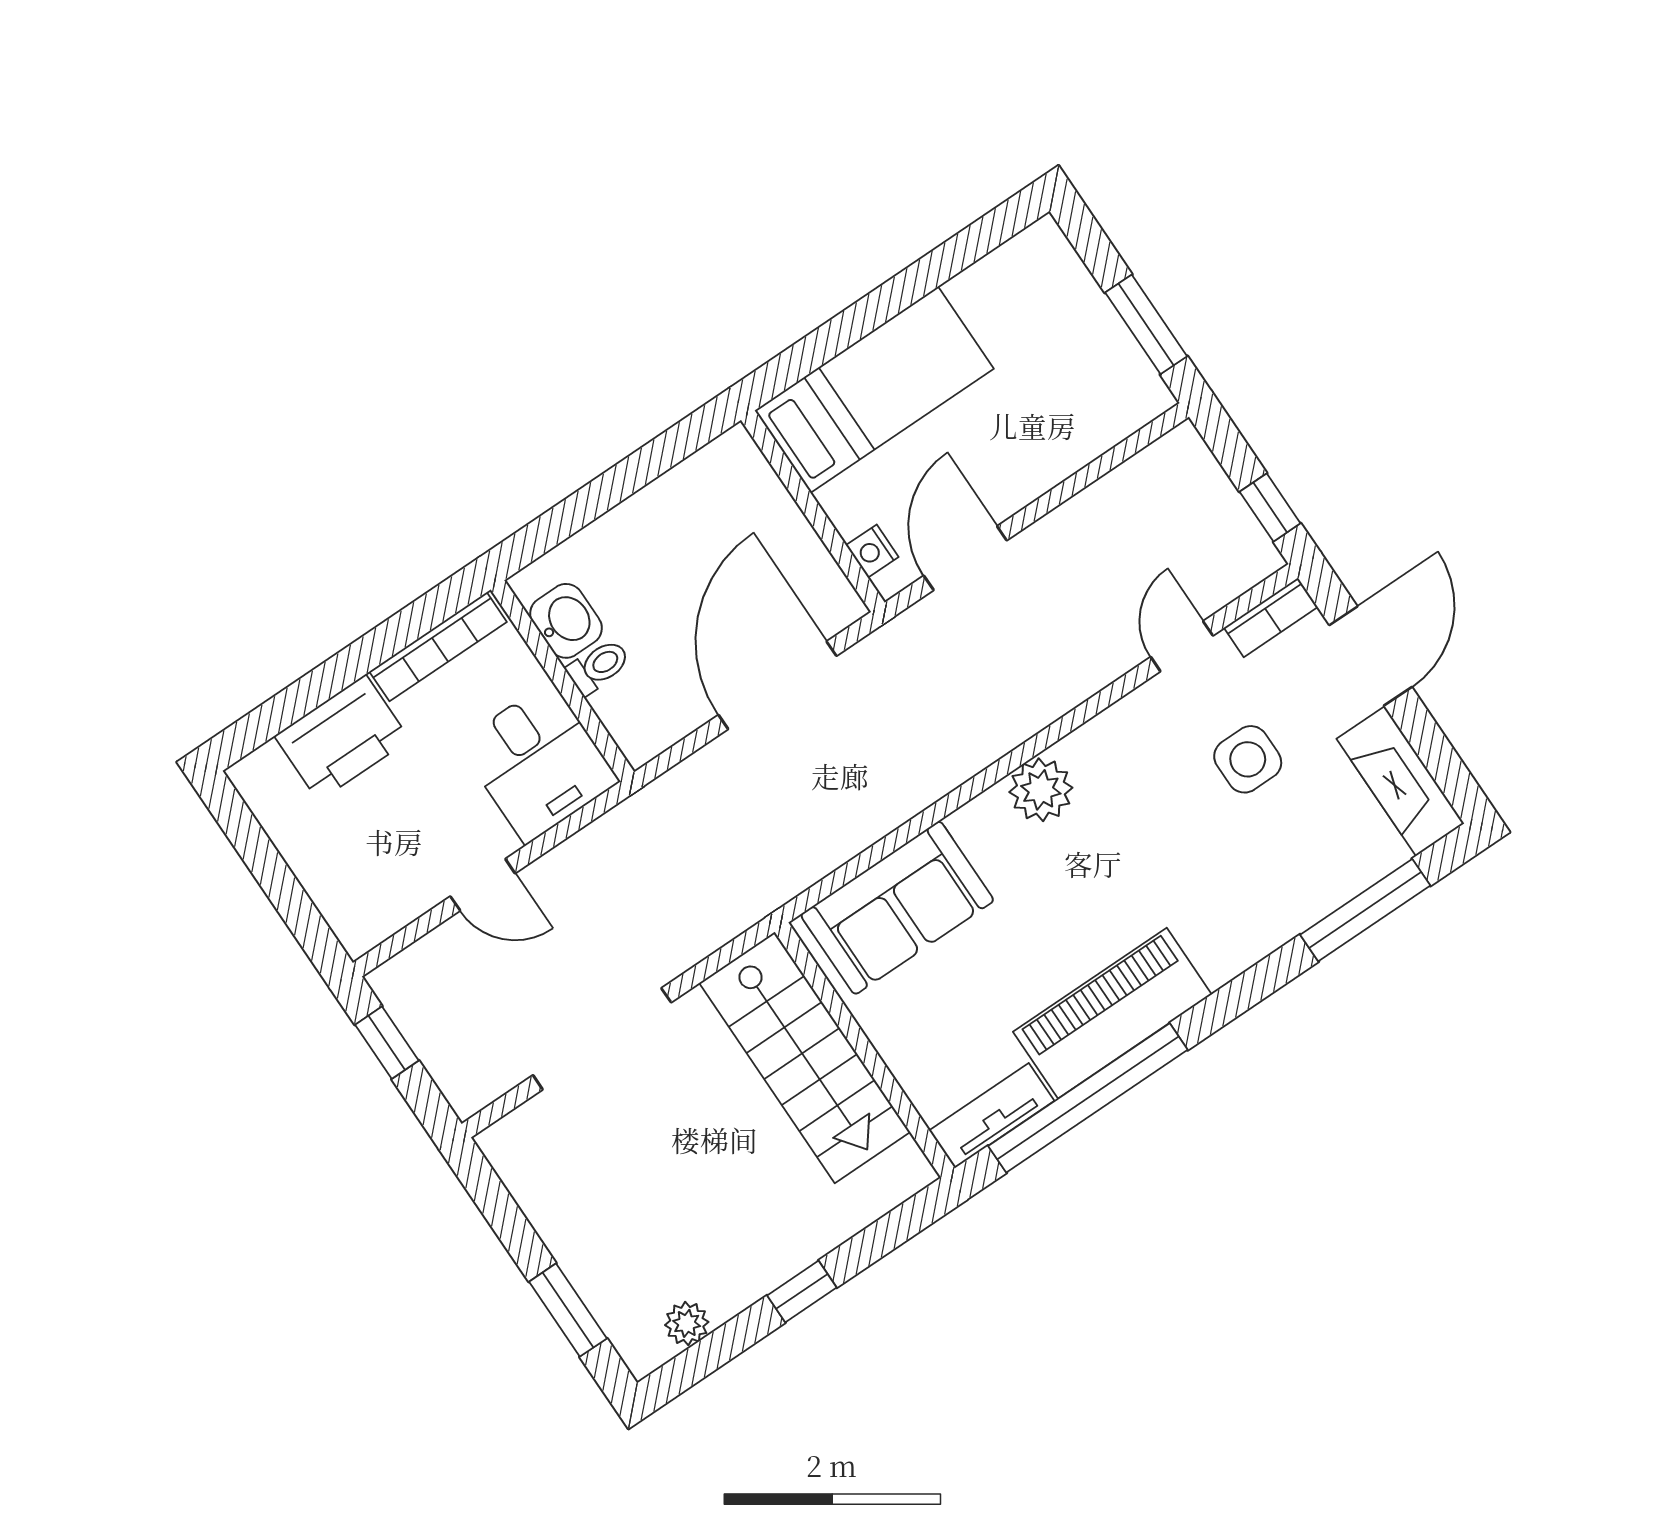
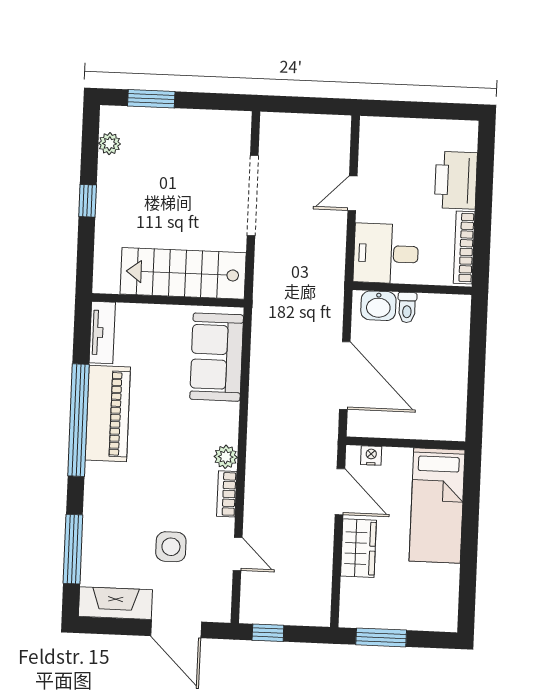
wardrobe: (1032, 464) -> (358, 548), added
bookcase: (1271, 617) -> (227, 494), moved
washbasin: (566, 621) -> (378, 306), moved
plant: (1041, 790) -> (226, 457), width x0.73, depth x0.73
window: (387, 1043) -> (317, 106), removed
window: (1088, 1098) -> (78, 420), moved

